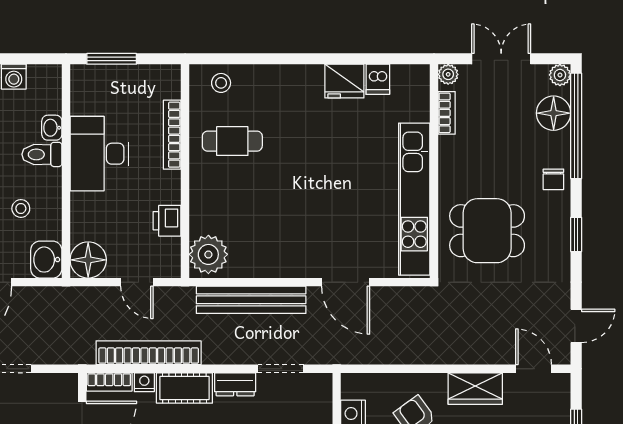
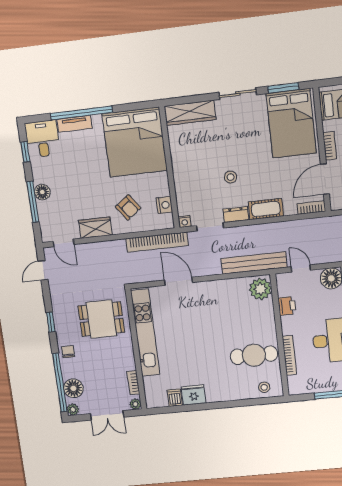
cafe table: (232, 141) -> (254, 355), width x1.37, depth x1.35
bench: (251, 300) -> (254, 263), moved
bookcase: (149, 353) -> (157, 242), moved
nightstand: (144, 382) -> (185, 221), moved

